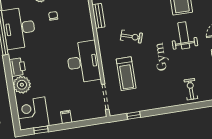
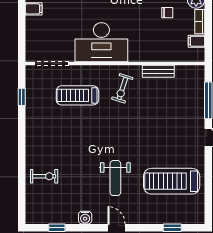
weight bench: (184, 35) -> (115, 178), turned 90
exercise bike: (131, 37) -> (122, 88), moved

